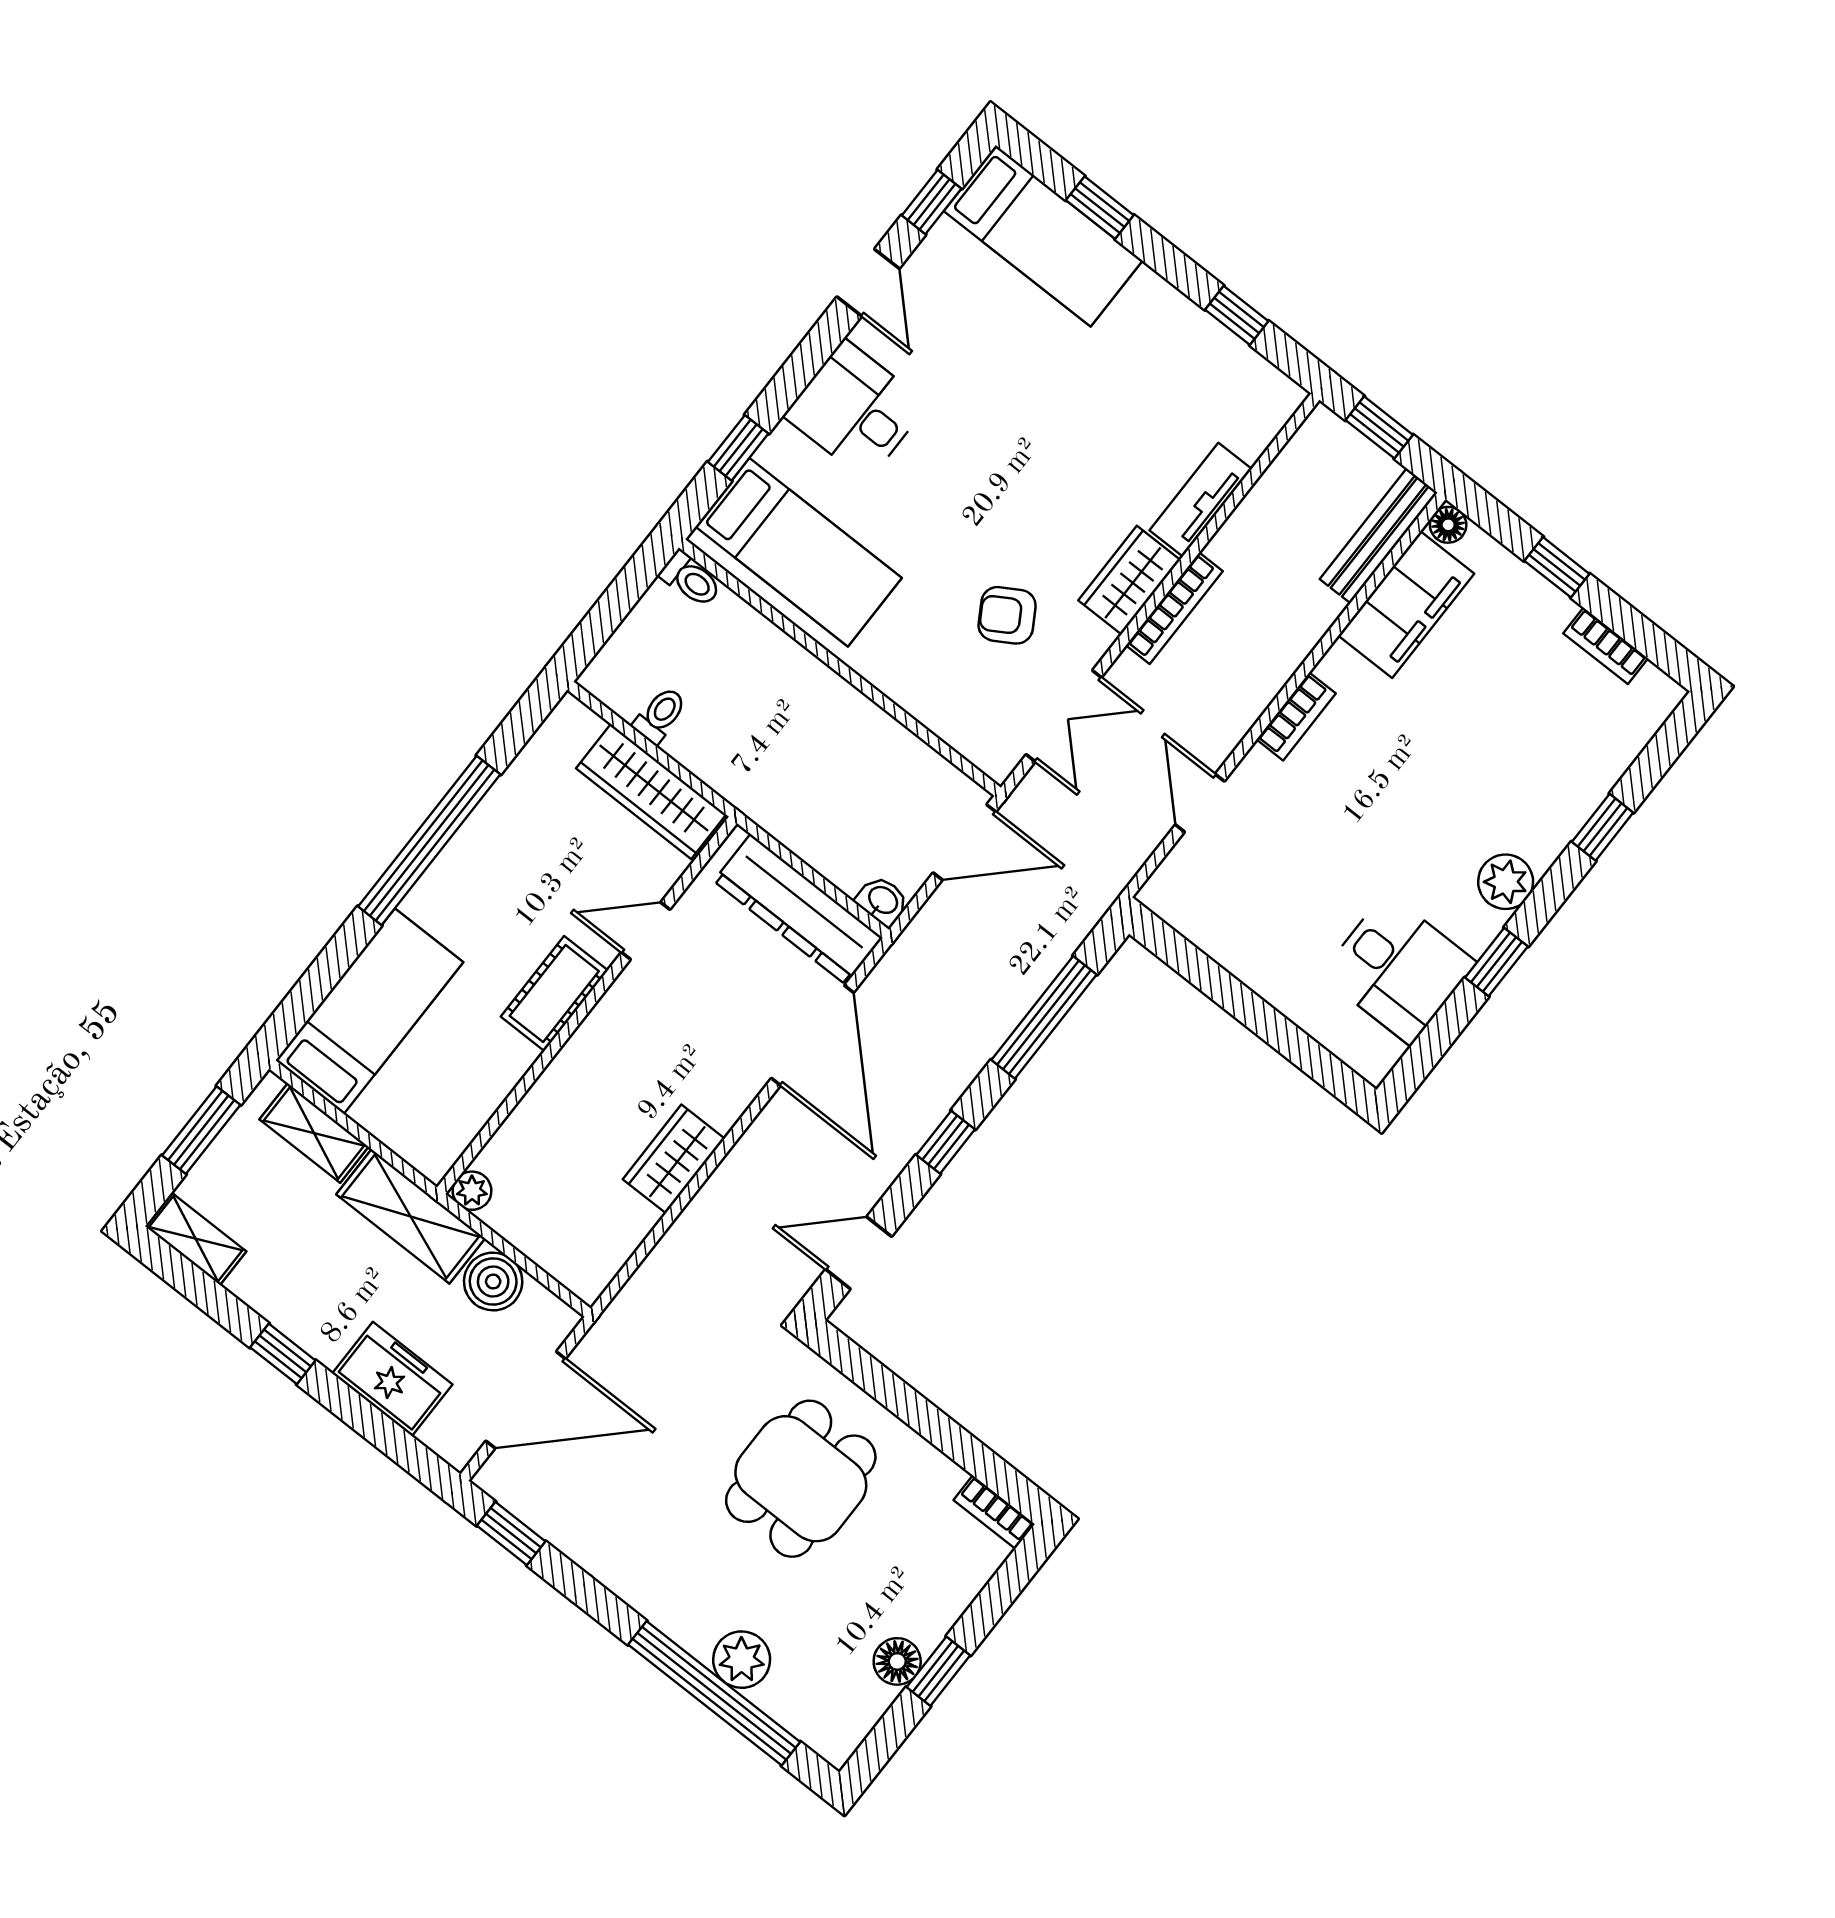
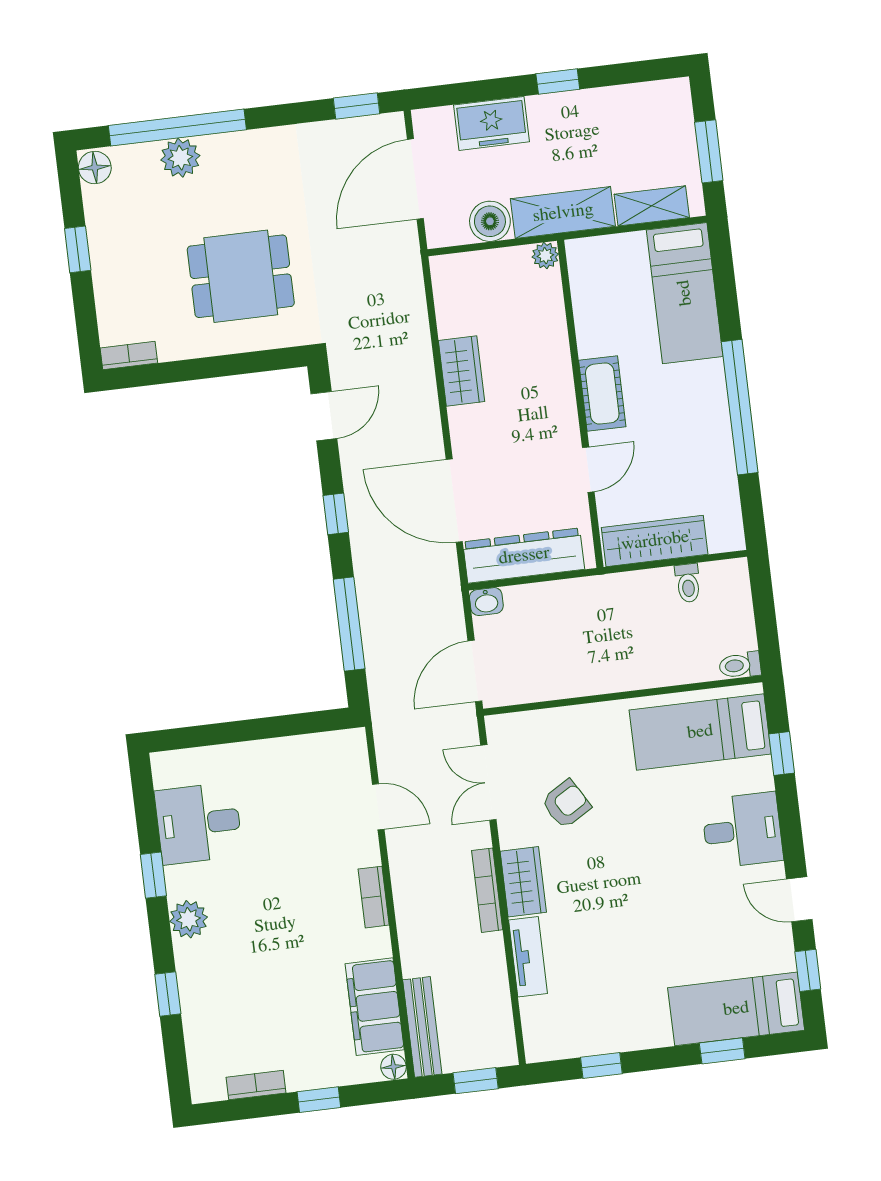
shelving: (196, 1239) -> (658, 95), removed
dining table: (801, 1479) -> (241, 276), turned 90
floor lamp: (897, 1661) -> (95, 168), moved

